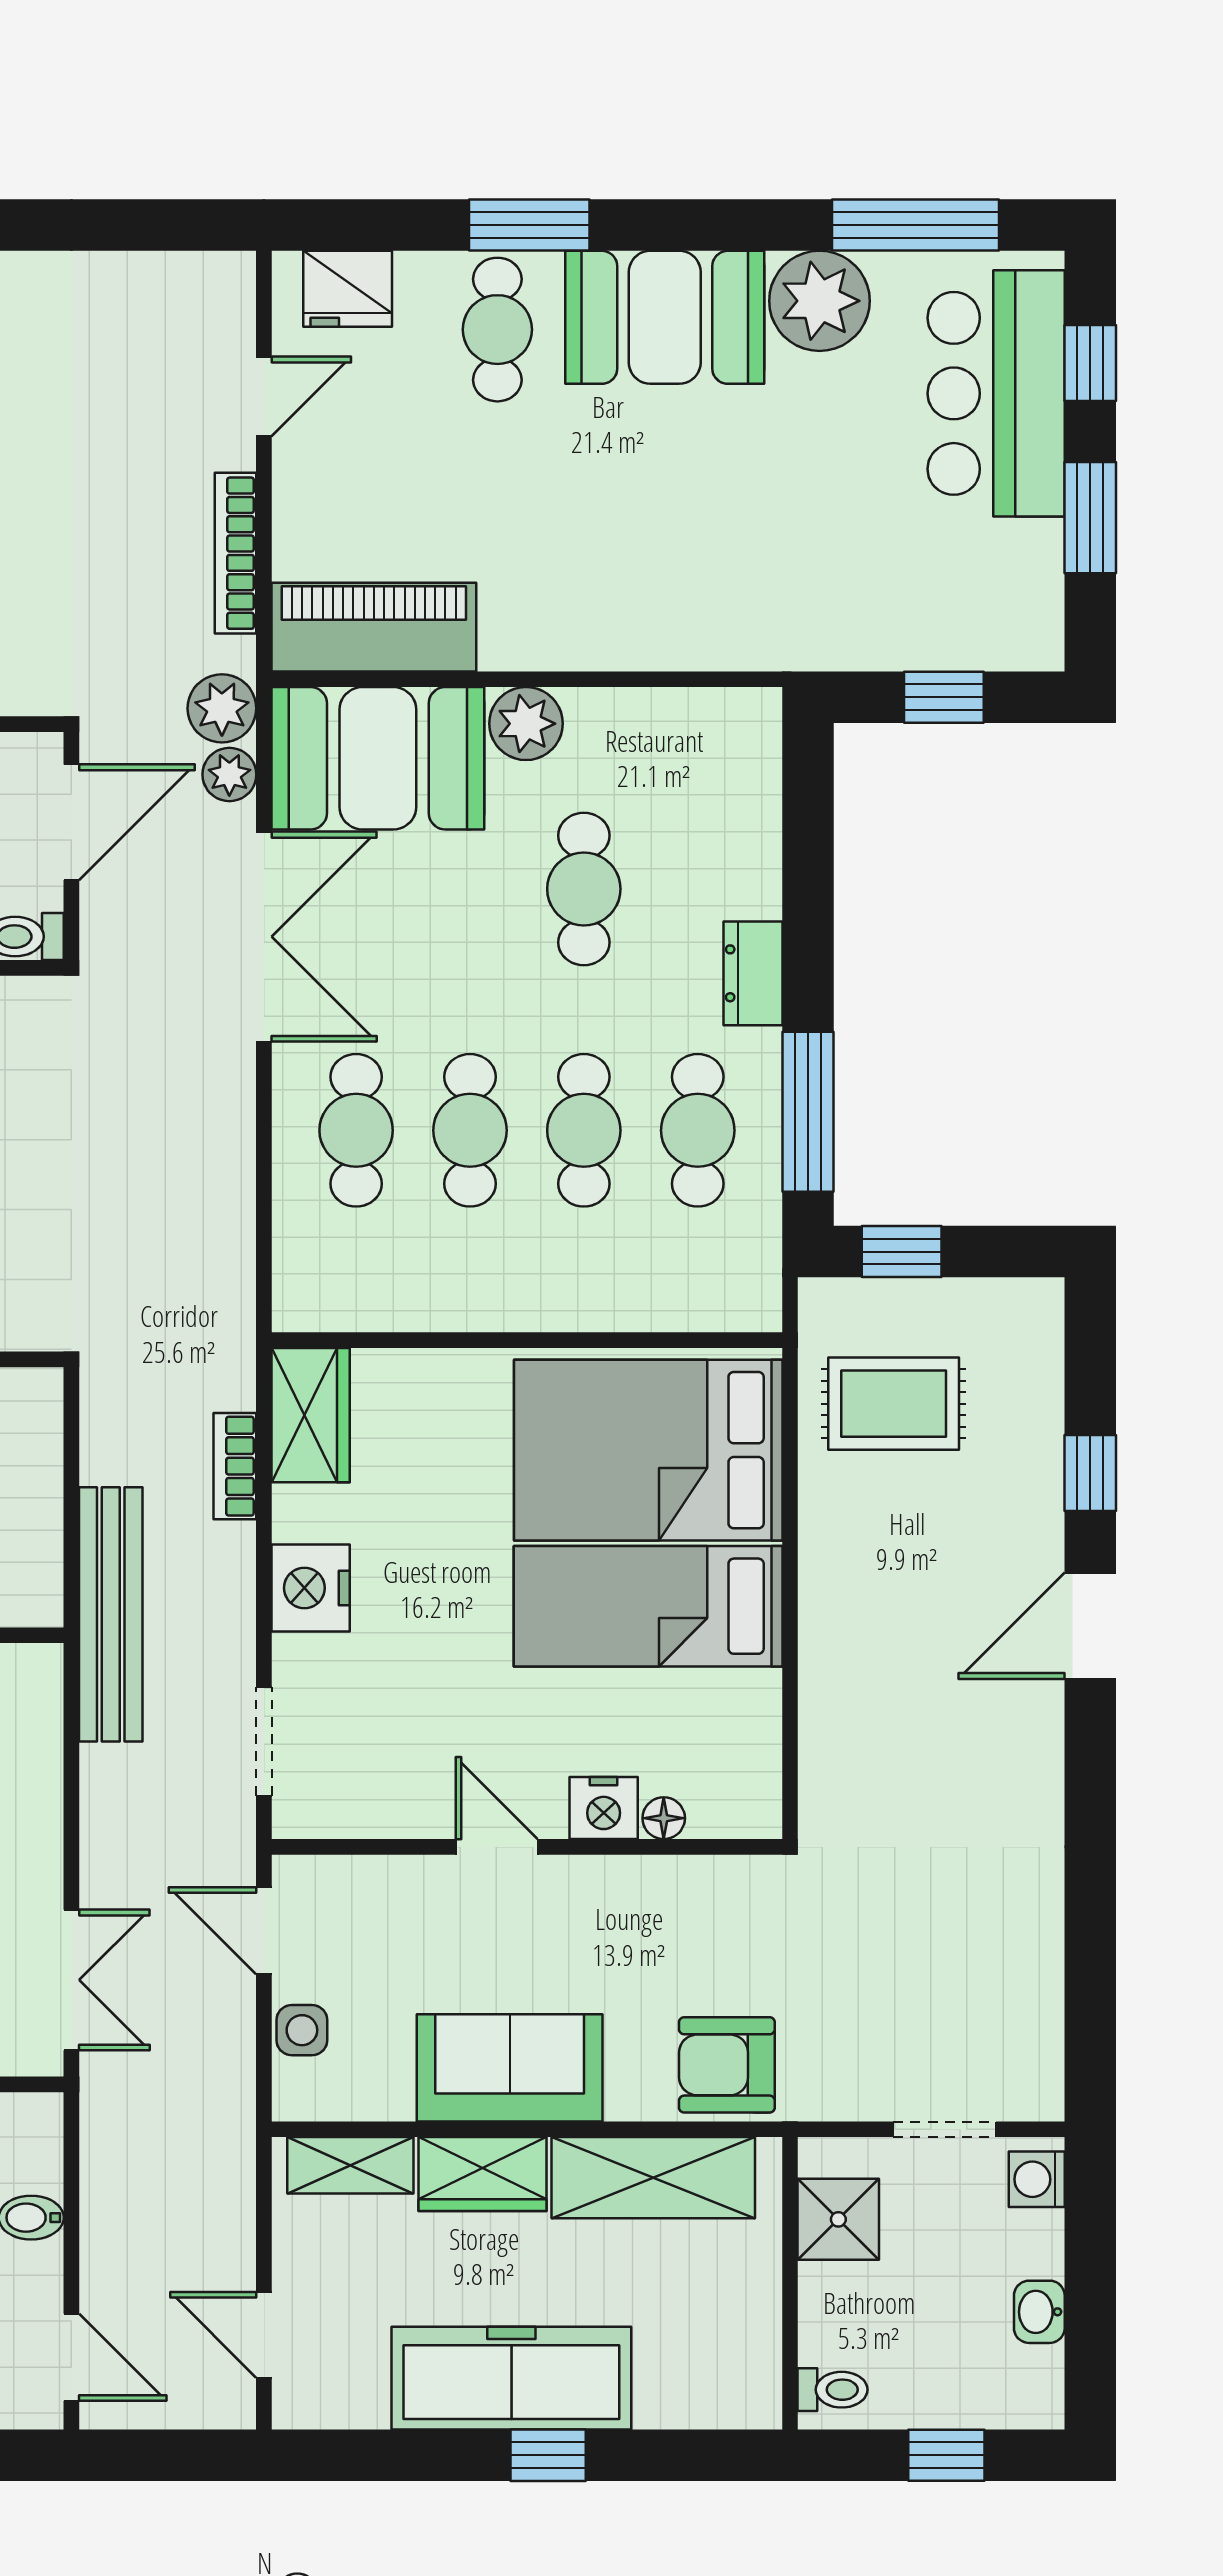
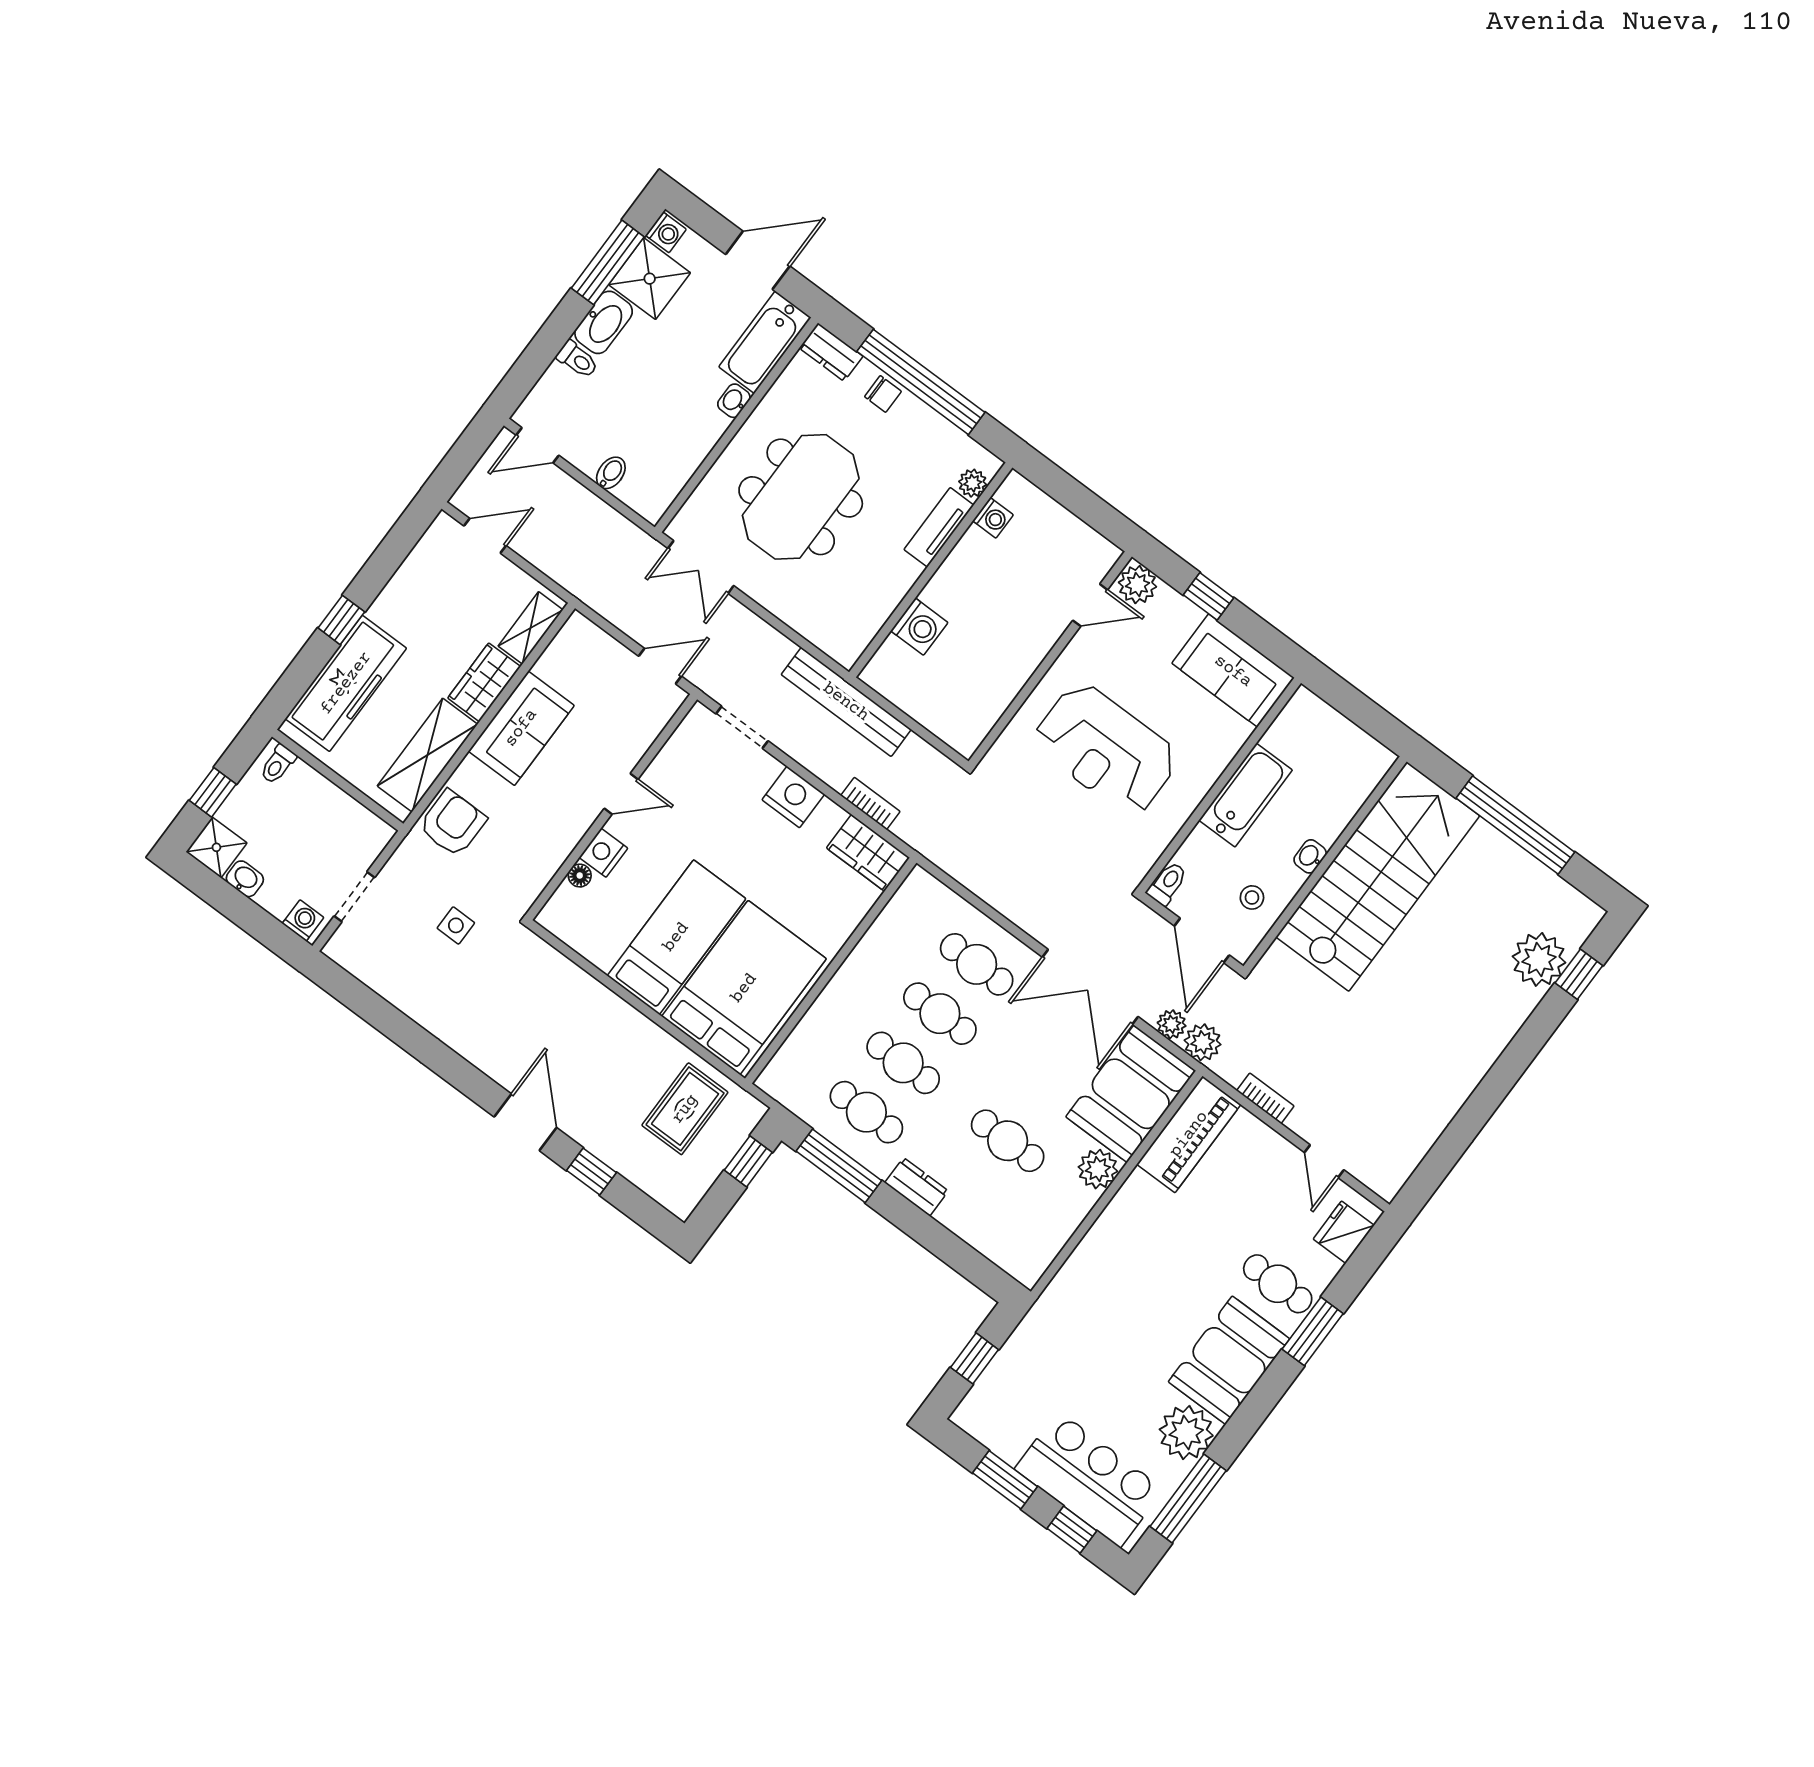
bookcase: (236, 553) -> (1265, 1098), width x0.64
side table: (302, 2030) -> (456, 925), moved
shower: (838, 2219) -> (216, 847), moved
freezer: (511, 2378) -> (346, 683), moved

